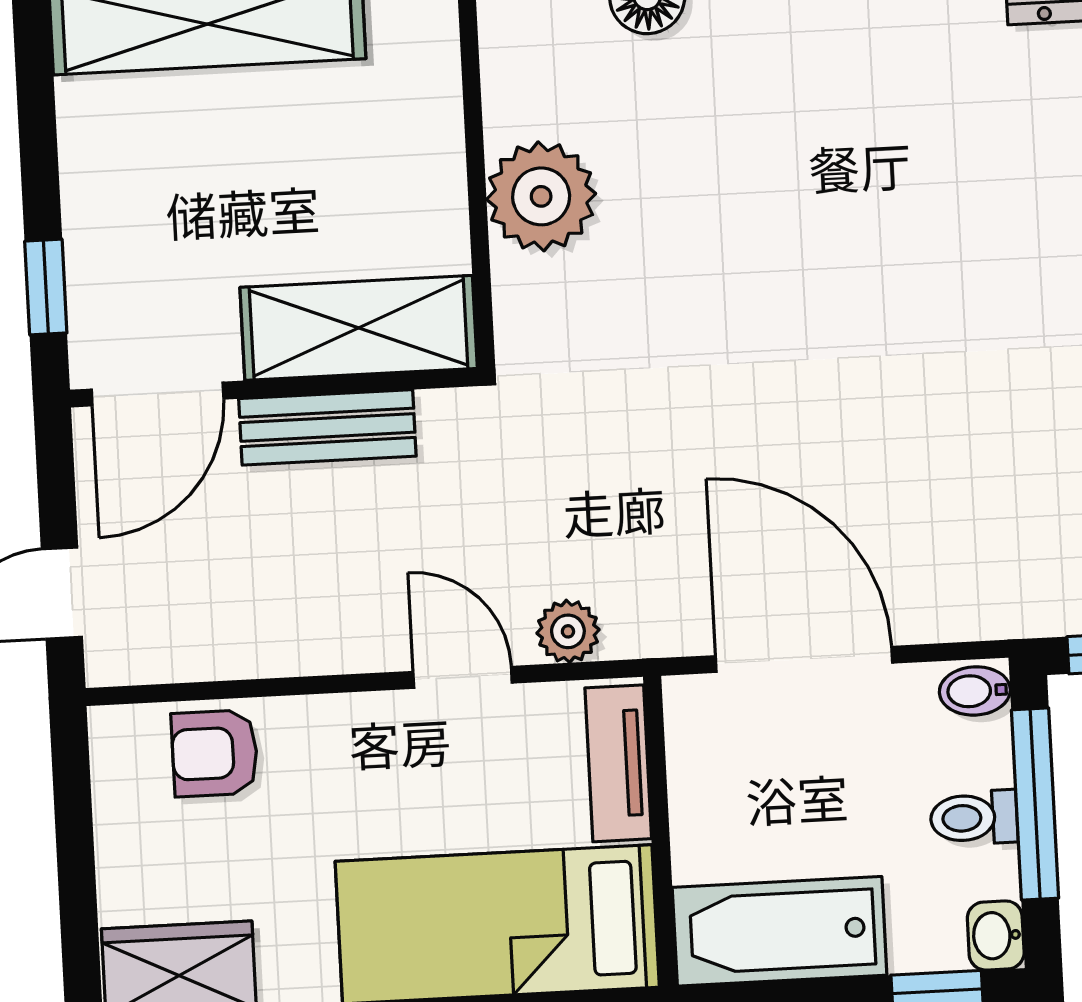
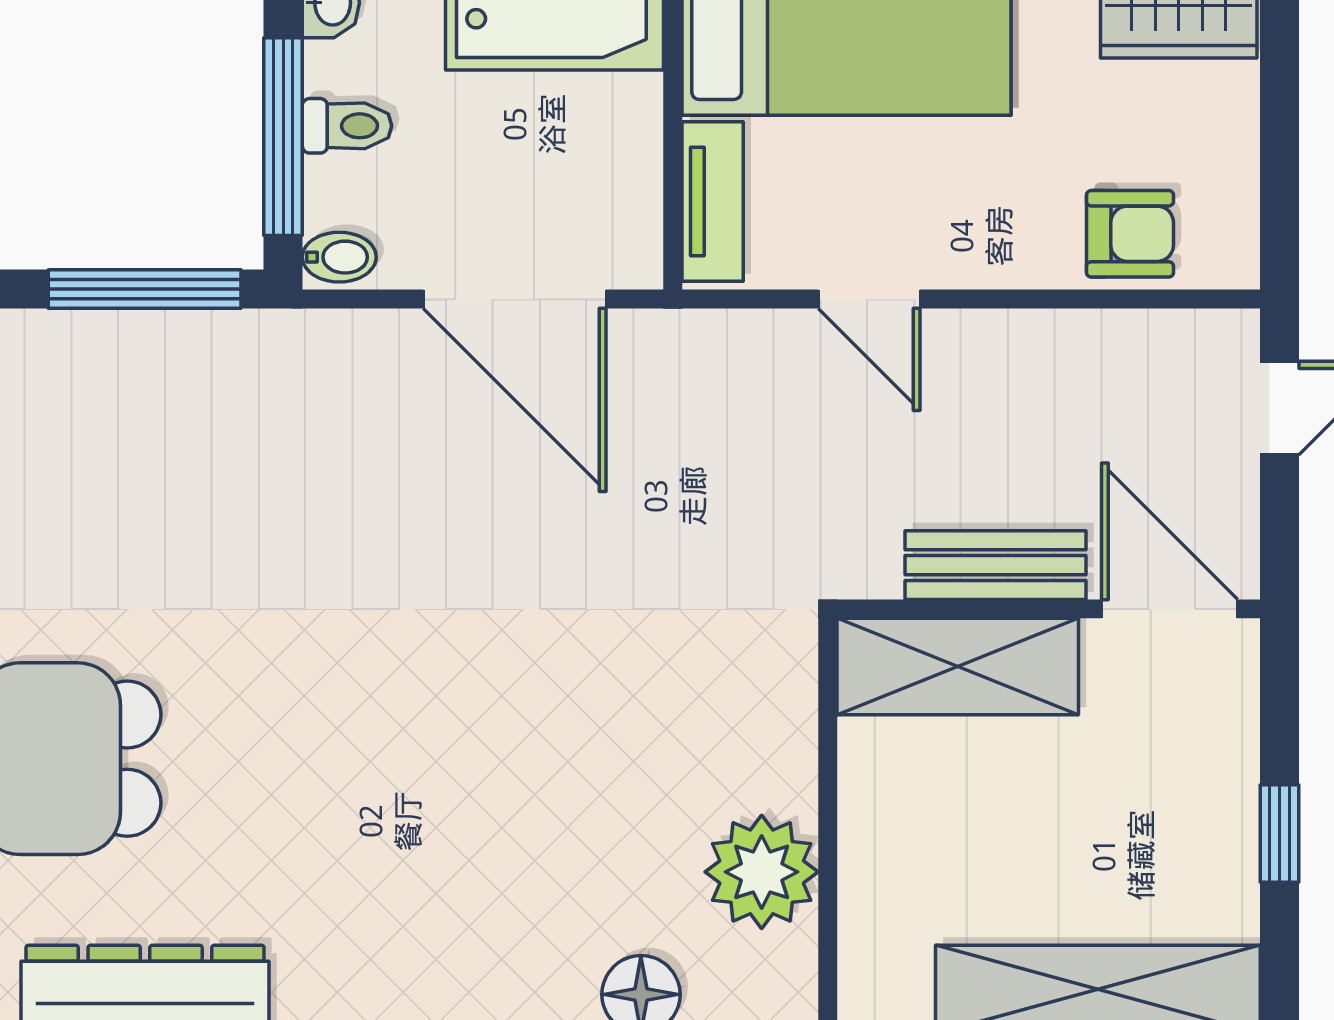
plant: (541, 196) -> (762, 872), moved
window: (46, 287) -> (1279, 833), moved
door: (158, 394) -> (1170, 609), hinge flipped
plant: (568, 631) -> (757, 341), removed

